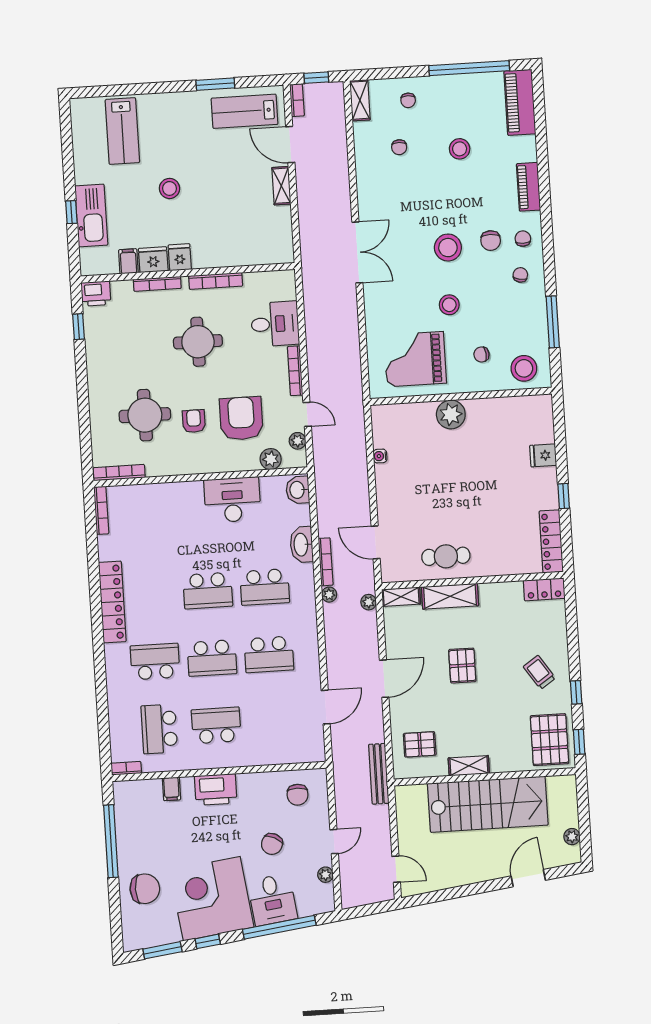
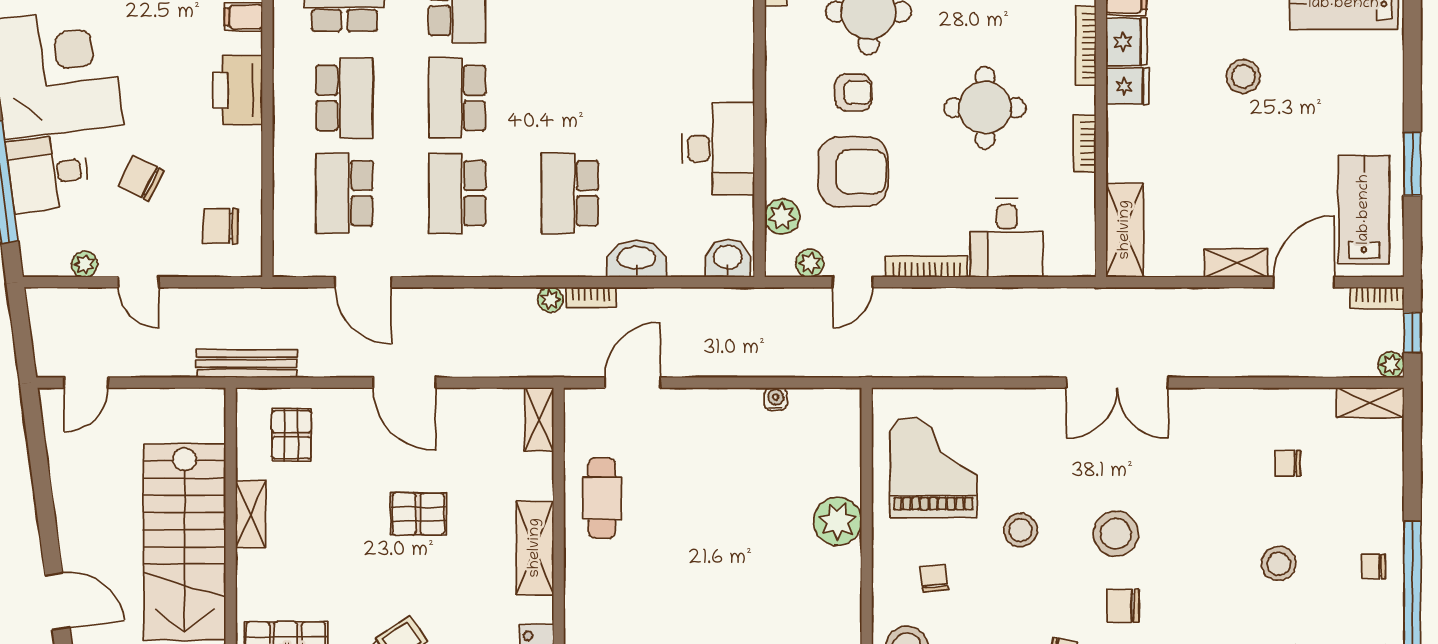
chair: (408, 100) -> (1373, 567), moved
shelving: (266, 254) -> (1125, 230), added
bookcase: (216, 281) -> (1085, 144), width x0.64
bookcase: (326, 562) -> (591, 297), width x0.64
school desk: (208, 591) -> (344, 193), moved
shelving: (450, 596) -> (535, 548), moved
plant: (369, 602) -> (1391, 365), moved

